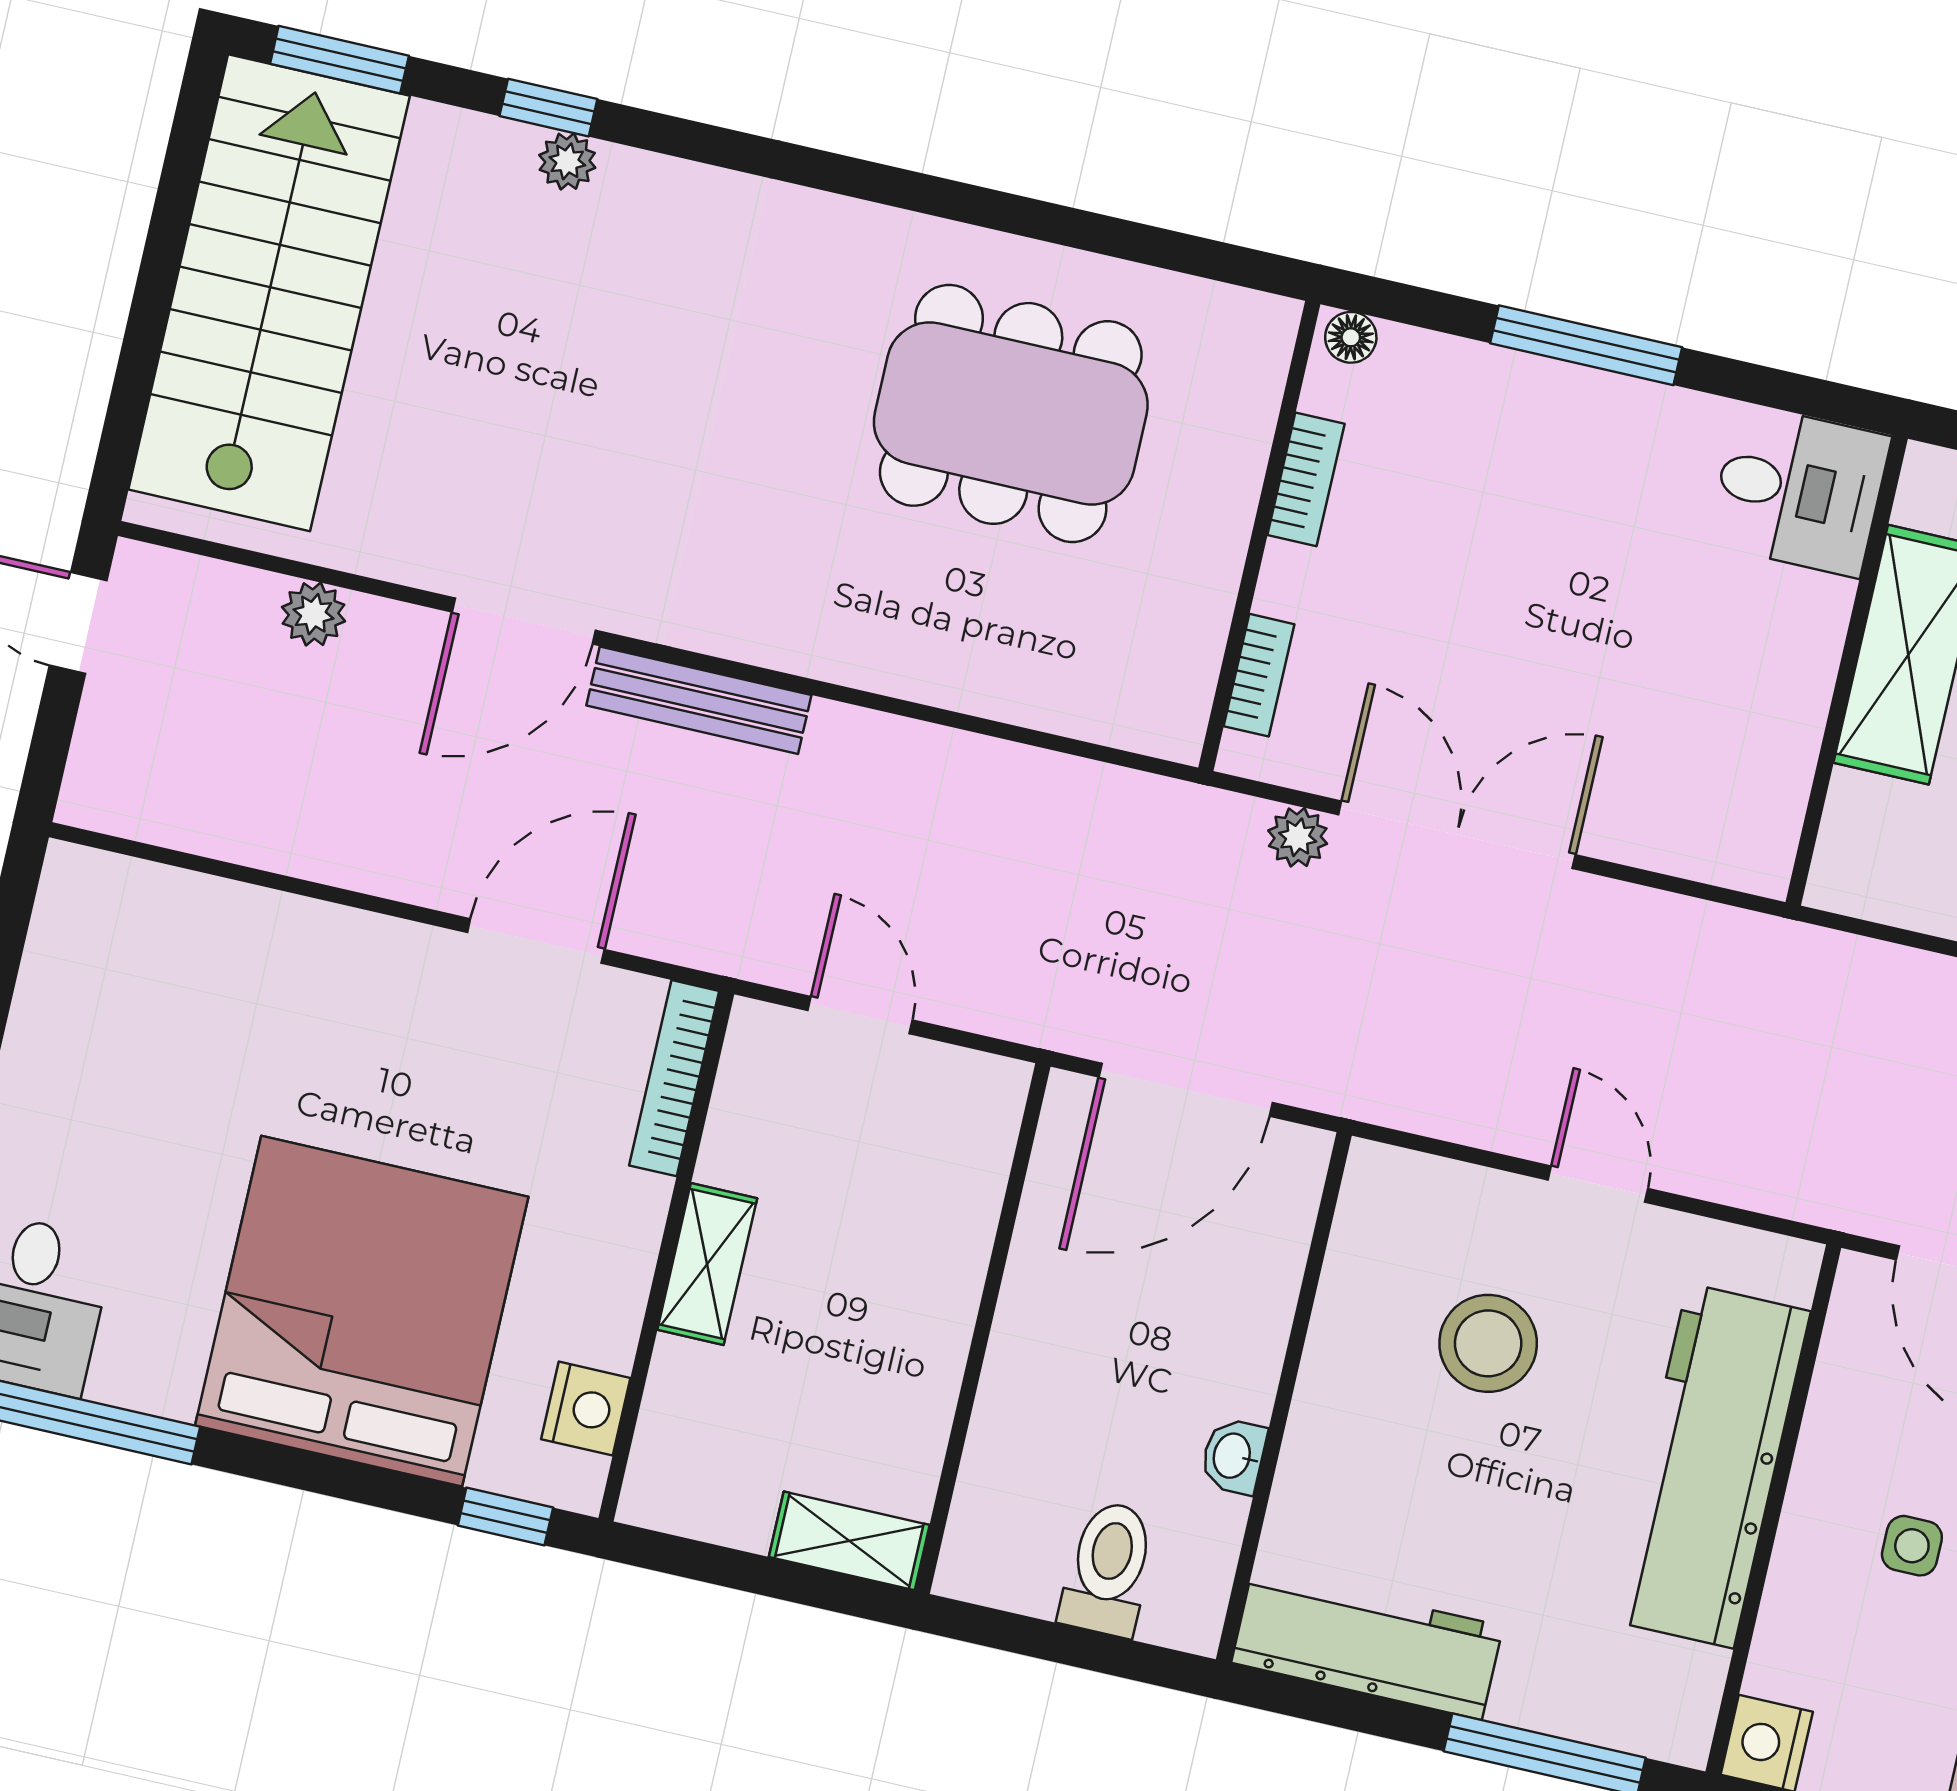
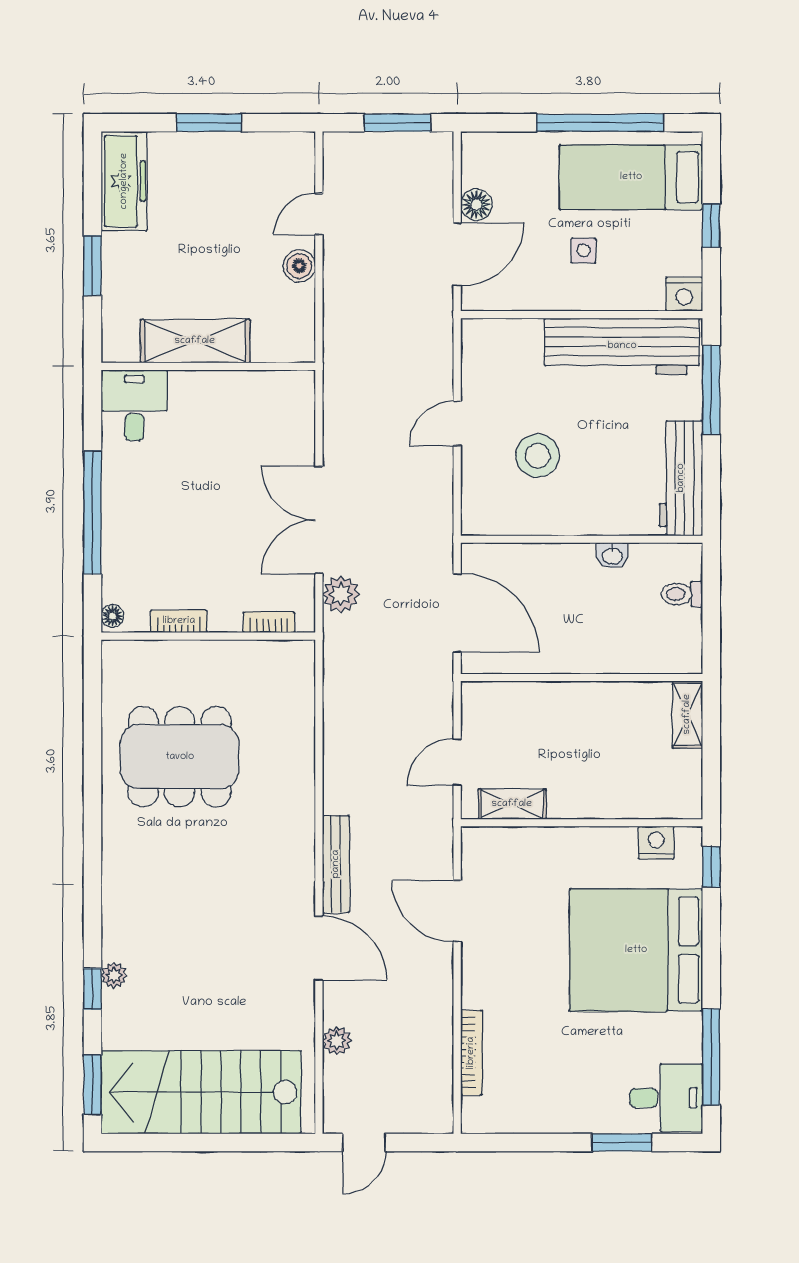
window: (1586, 345) -> (92, 513), width x1.46
dining table: (1011, 413) -> (180, 757), turned 90
plant: (1298, 837) -> (341, 594), width x1.38, depth x1.38
bookcase: (674, 1078) -> (471, 1053), moved, turned -90
shelving: (707, 1264) -> (512, 804), moved
workbench: (1711, 1466) -> (622, 346), moved
toilet: (1108, 1569) -> (682, 594), width x0.73, depth x0.72

